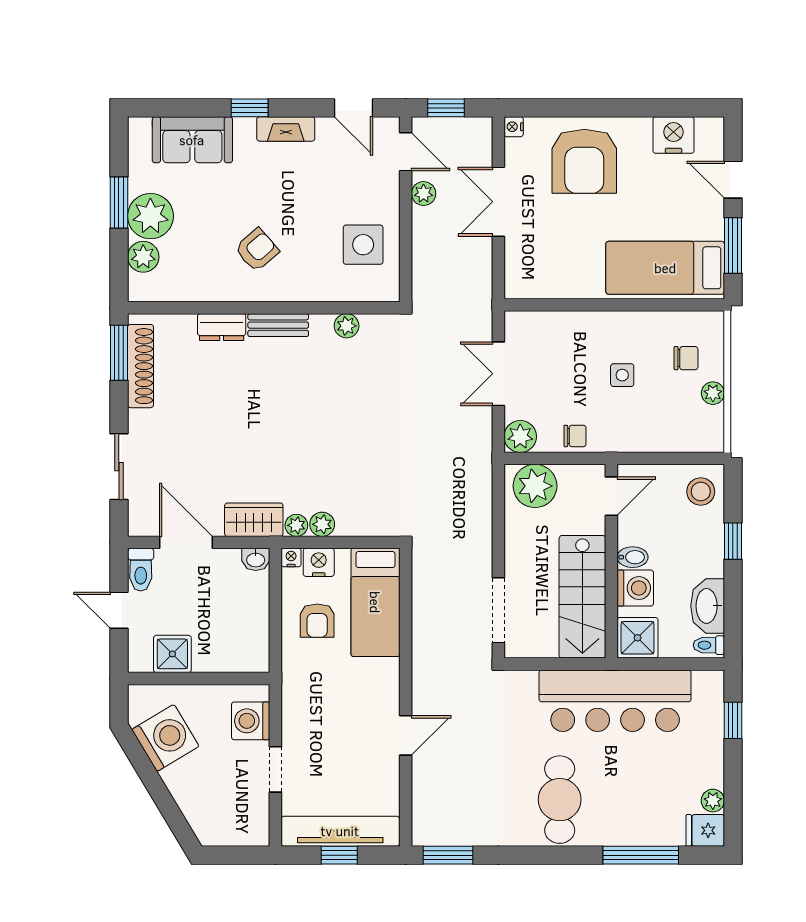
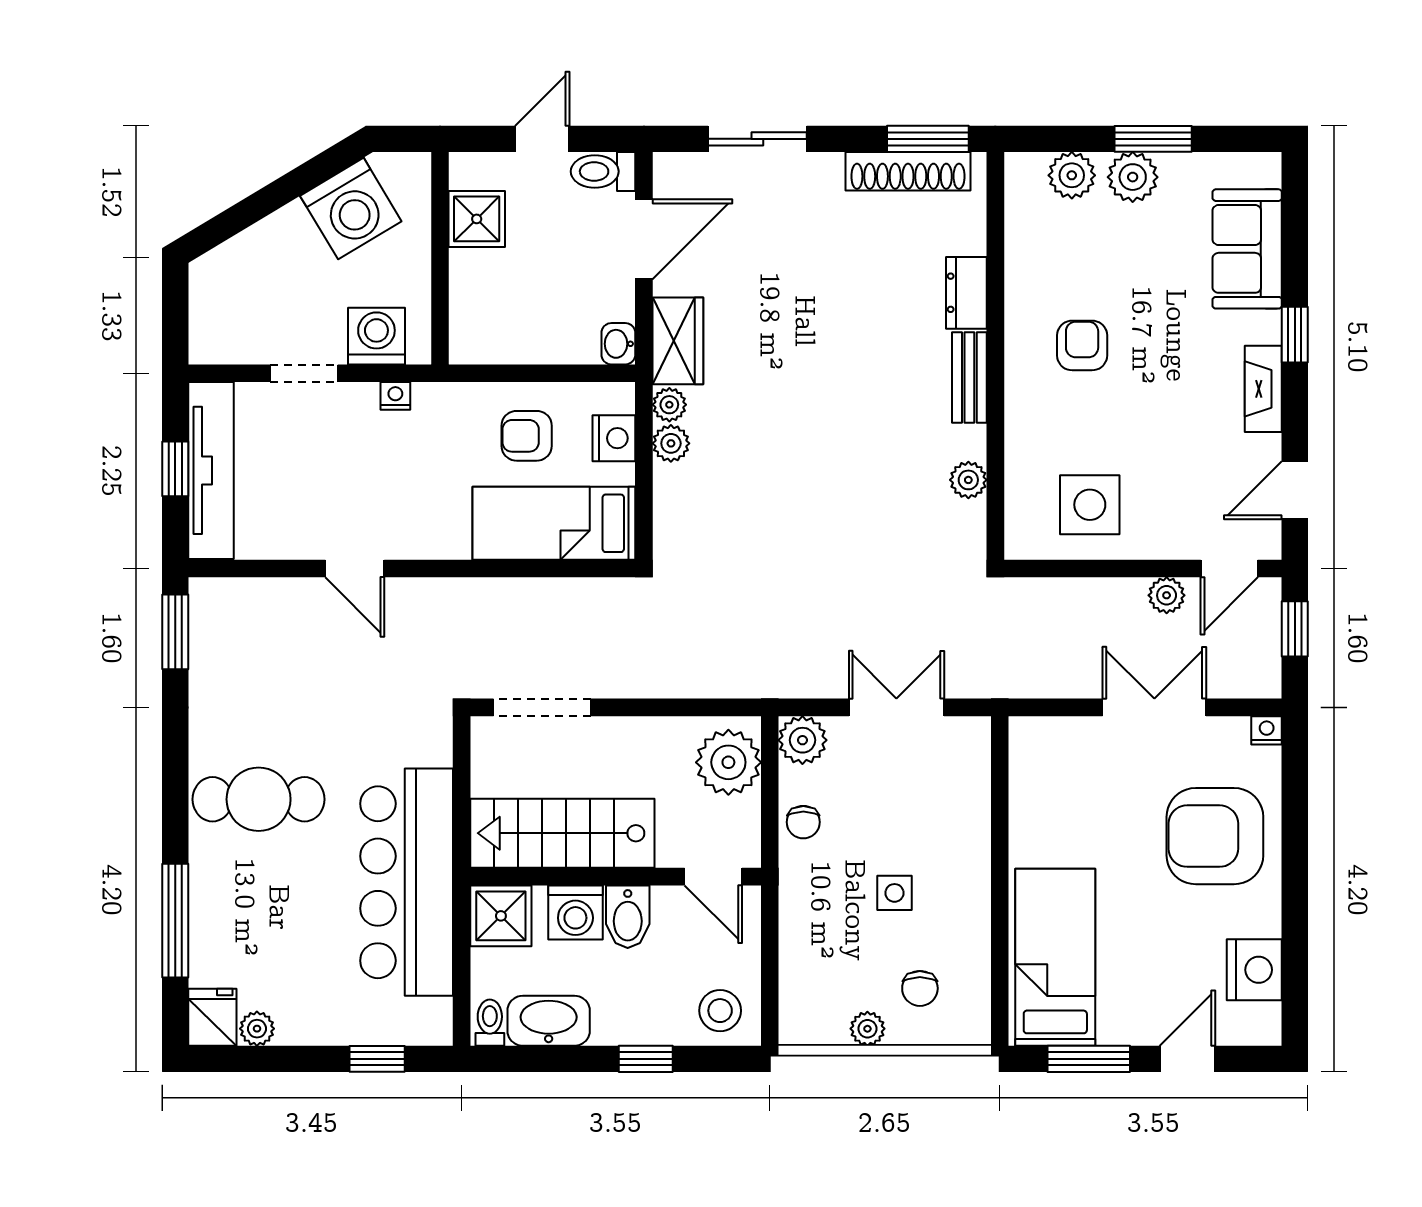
plant: (150, 216) -> (1133, 177), width x0.73, depth x0.73
armchair: (257, 250) -> (1082, 345), turned -139
nightstand: (291, 557) -> (395, 396), moved, turned -90
bidet: (633, 557) -> (628, 917), width x1.38, depth x1.36

